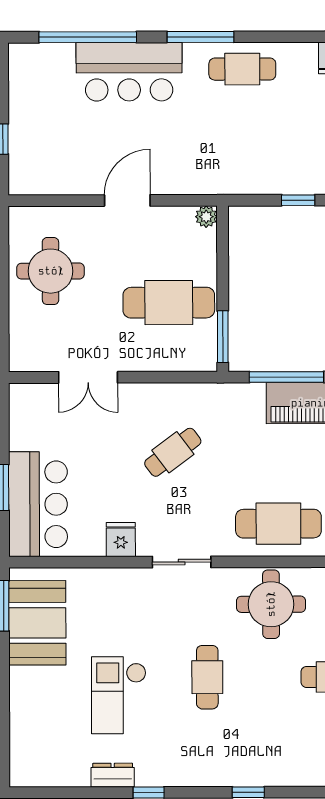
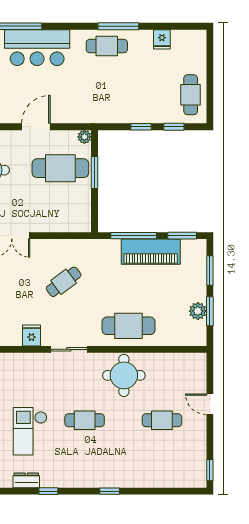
window: (200, 37) -> (118, 26), moved
cafe table: (169, 303) -> (60, 168), moved
window: (223, 337) -> (94, 173), moved
cafe table: (207, 677) -> (85, 420), turned 90

